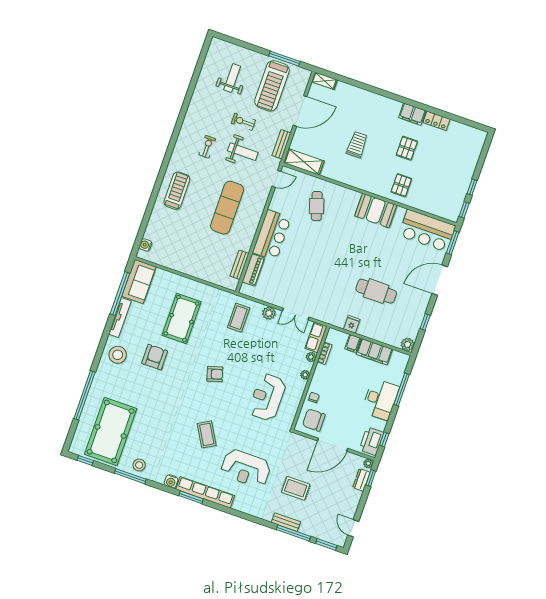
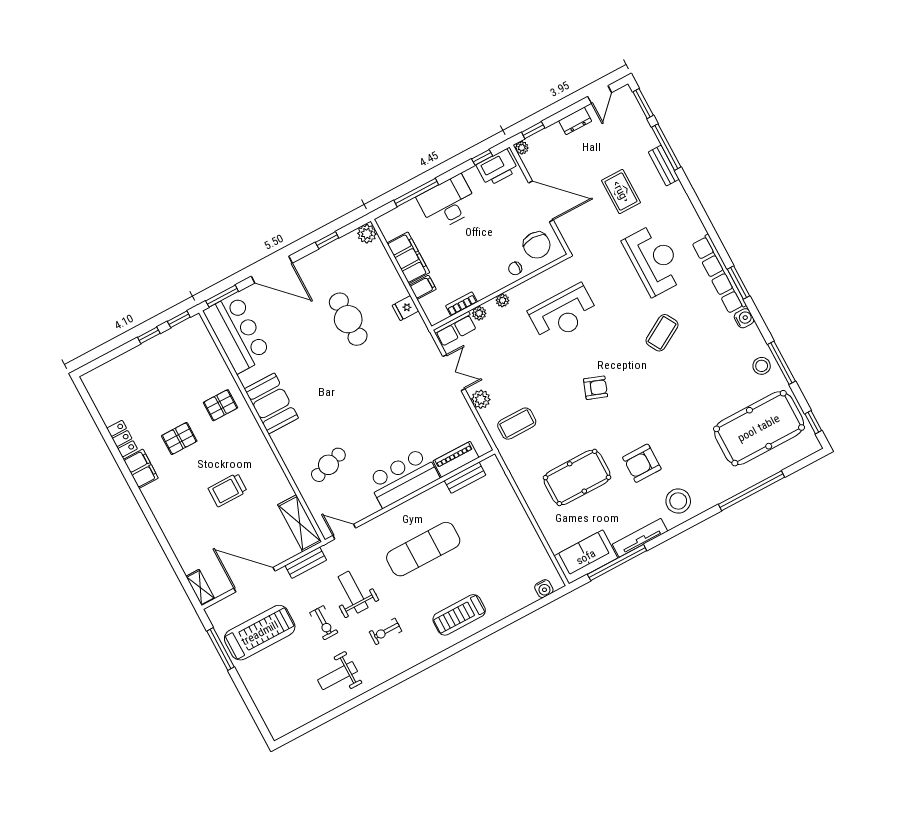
weight bench: (232, 78) -> (338, 676), moved
armchair: (215, 374) -> (596, 388), turned 126
dresser: (361, 480) -> (575, 121), moved

